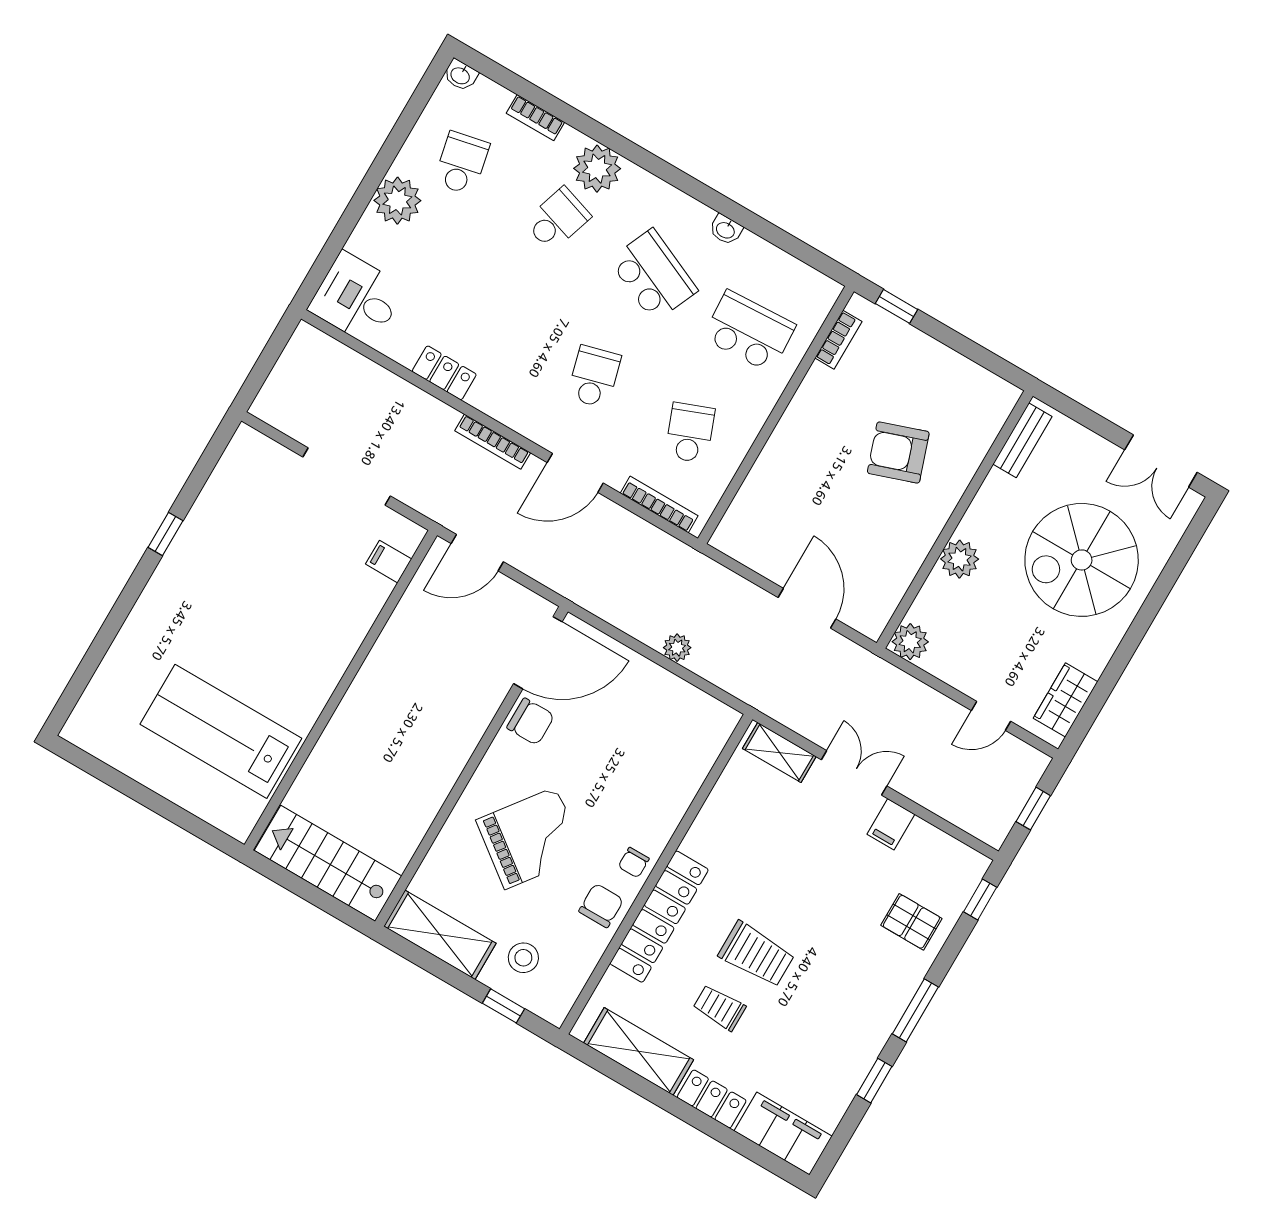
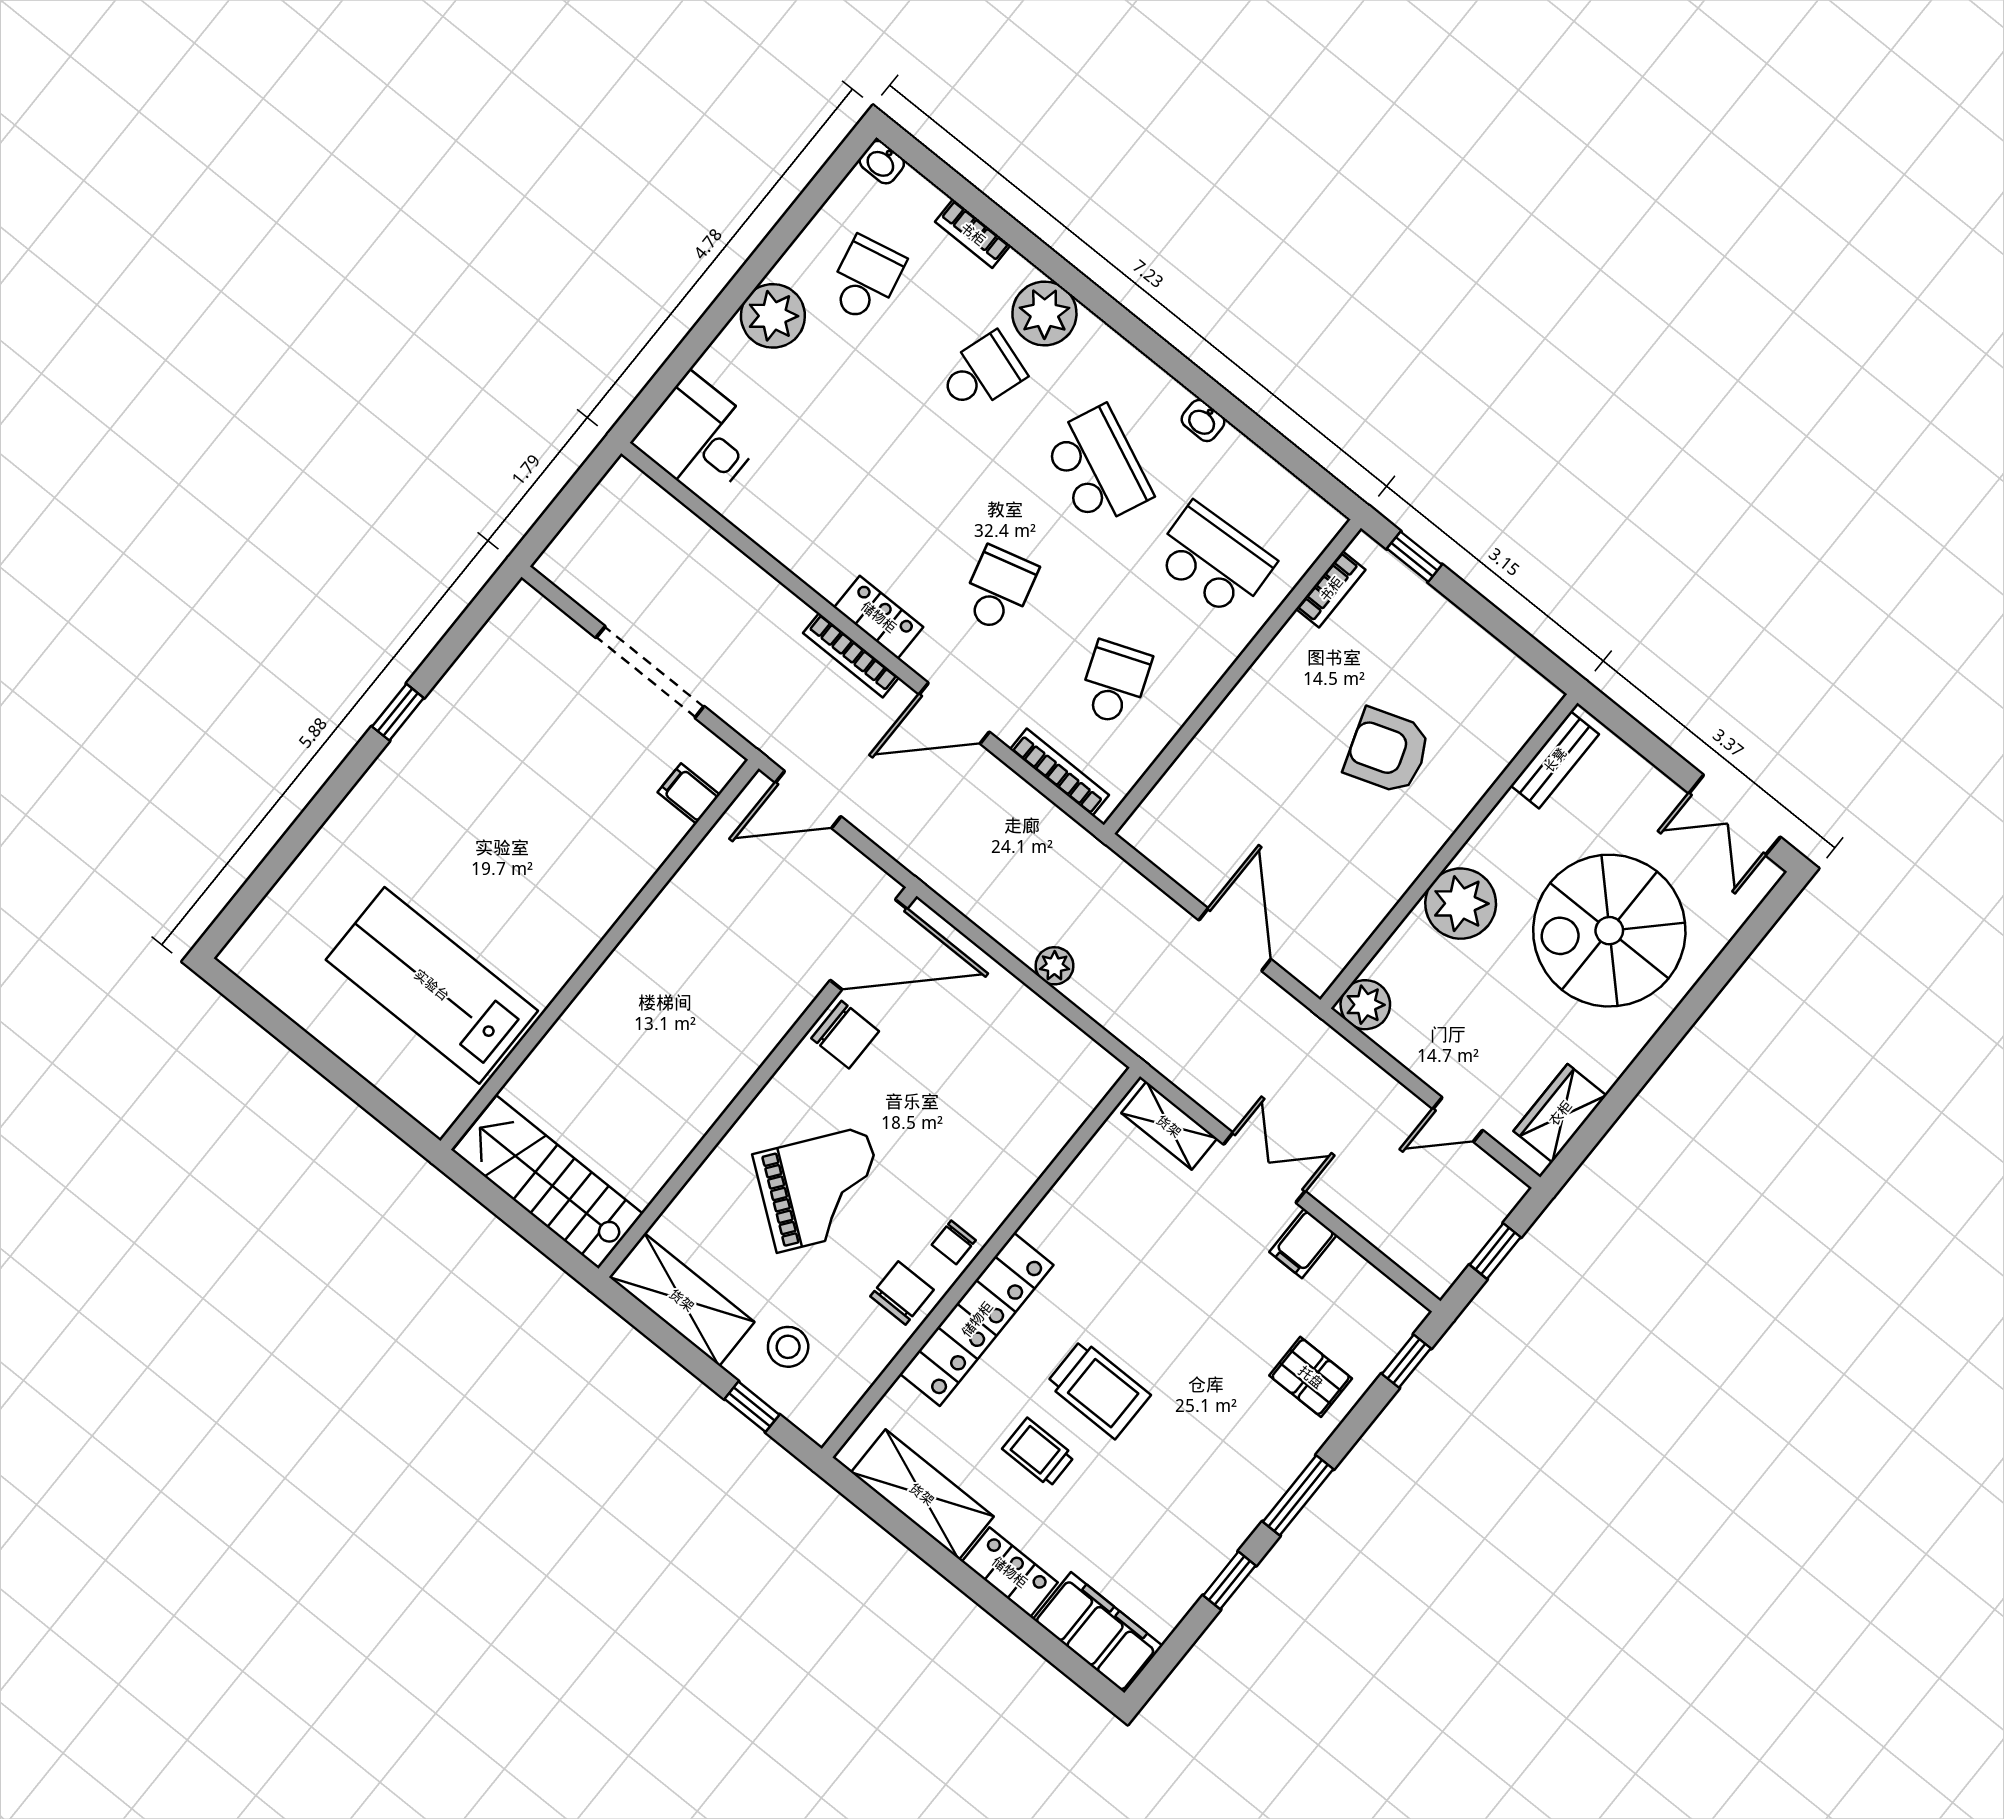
locker: (444, 373) -> (879, 617), moved
plant: (960, 559) -> (1461, 904), width x1.36, depth x1.36

